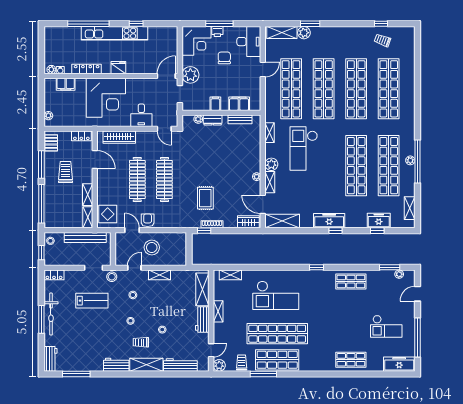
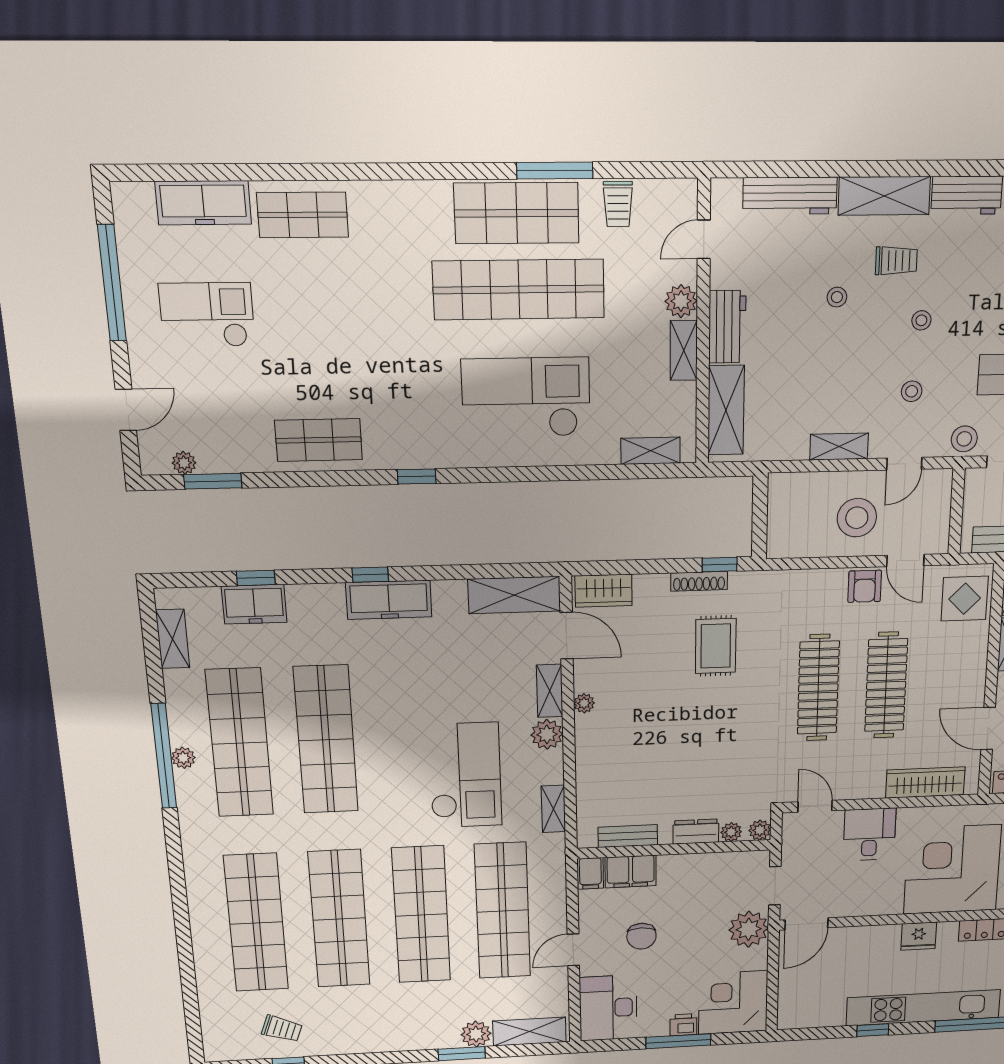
chair: (224, 58) -> (641, 936), moved
filing cabinet: (215, 104) -> (590, 873), moved
plant: (187, 119) -> (760, 830), added
freezer: (399, 364) -> (203, 203), moved
plant: (219, 365) -> (681, 301), moved

